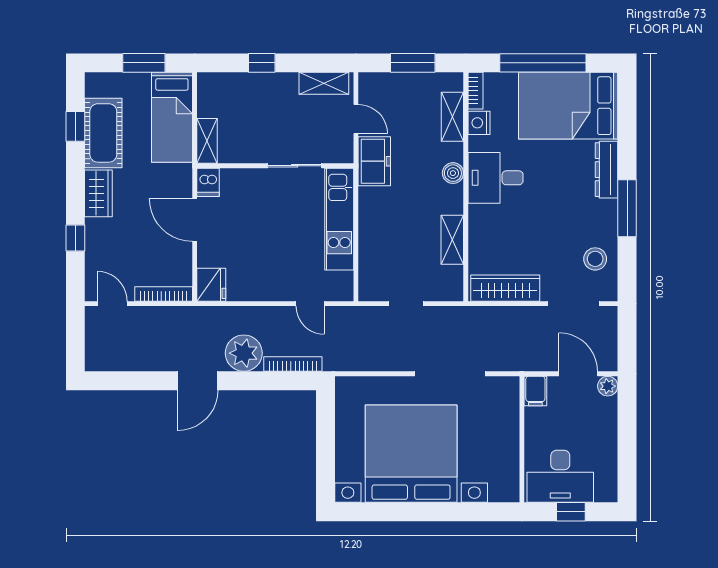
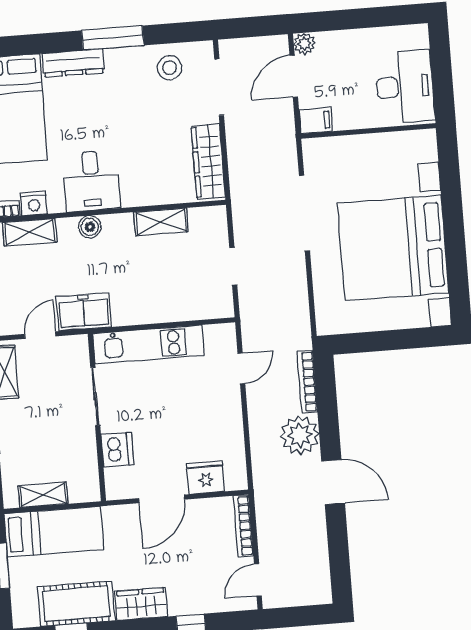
shelving: (207, 141) -> (43, 495), moved
dishwasher: (208, 182) -> (117, 450), moved, width x1.38
fridge: (211, 285) -> (206, 478), moved
window: (571, 512) -> (442, 72), removed

